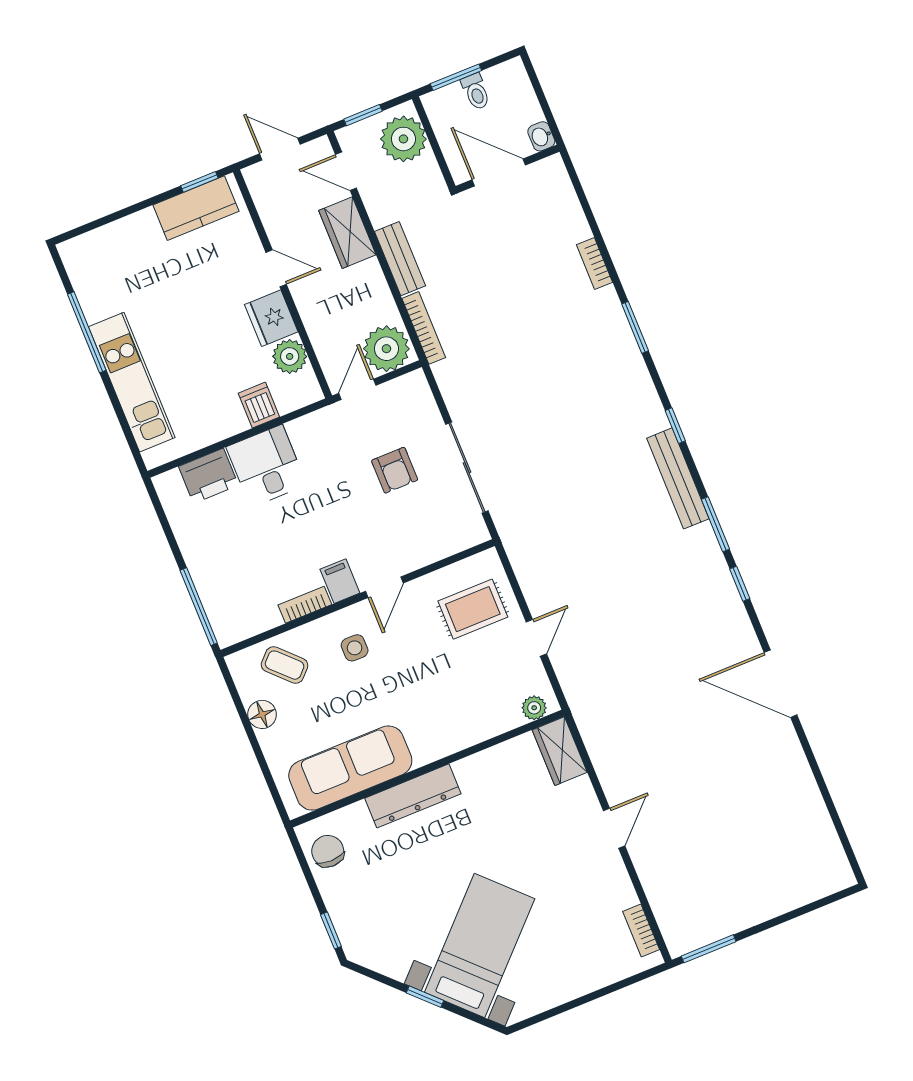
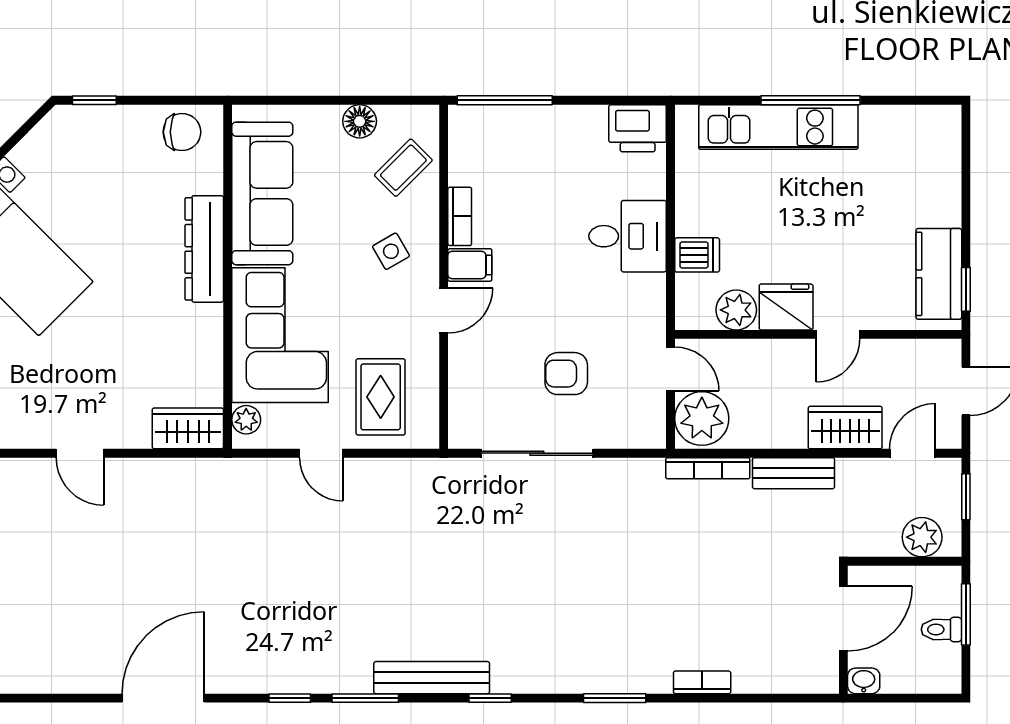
plant: (403, 139) -> (922, 537), width x0.73, depth x0.73
window: (87, 332) -> (811, 100), moved
printer: (208, 476) -> (638, 128), moved, turned -90
door: (384, 587) -> (444, 311), swing flipped
side table: (355, 648) -> (391, 251), turned -30
corner sofa: (456, 708) -> (280, 335), added

